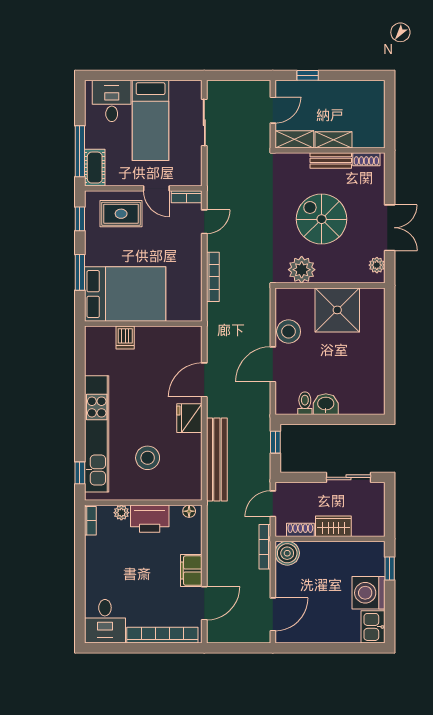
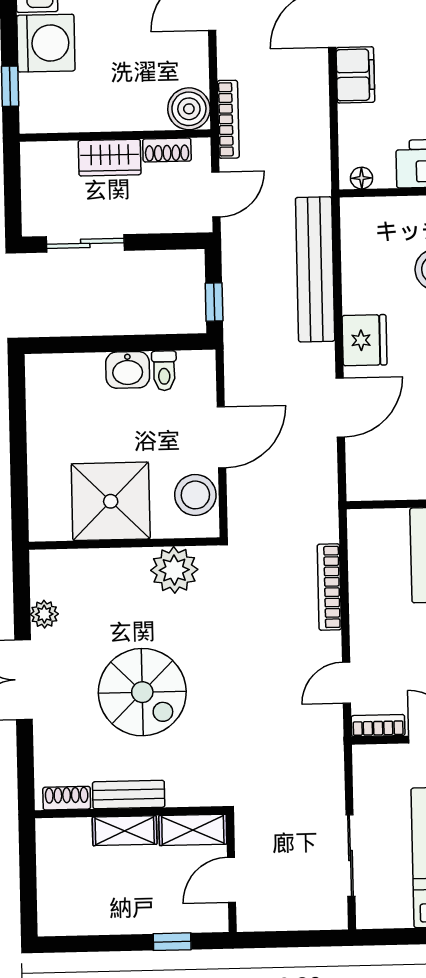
plant: (302, 270) -> (174, 570), moved
wall: (330, 286) -> (124, 544), moved
shower: (337, 310) -> (111, 501), moved

